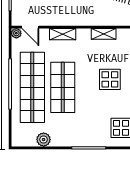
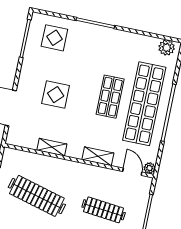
shop shelf: (63, 87) -> (110, 97), width x0.70, depth x0.74
plant: (44, 140) -> (167, 48), moved

